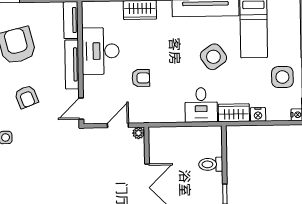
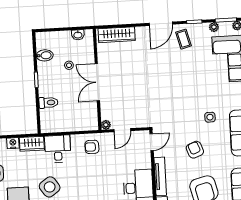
armchair: (141, 78) -> (92, 147), moved

